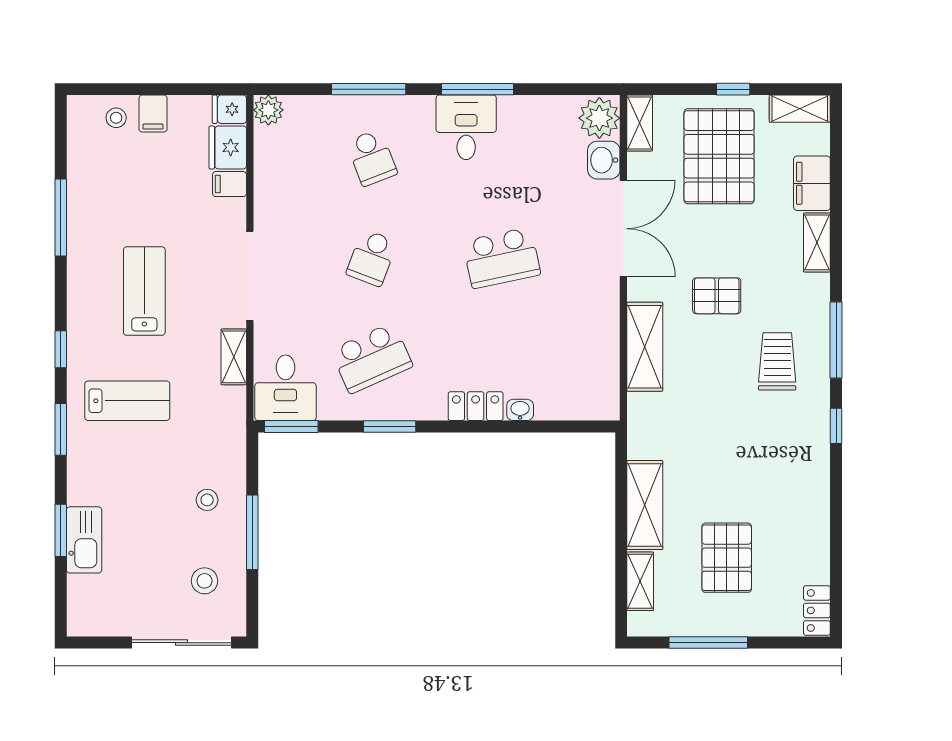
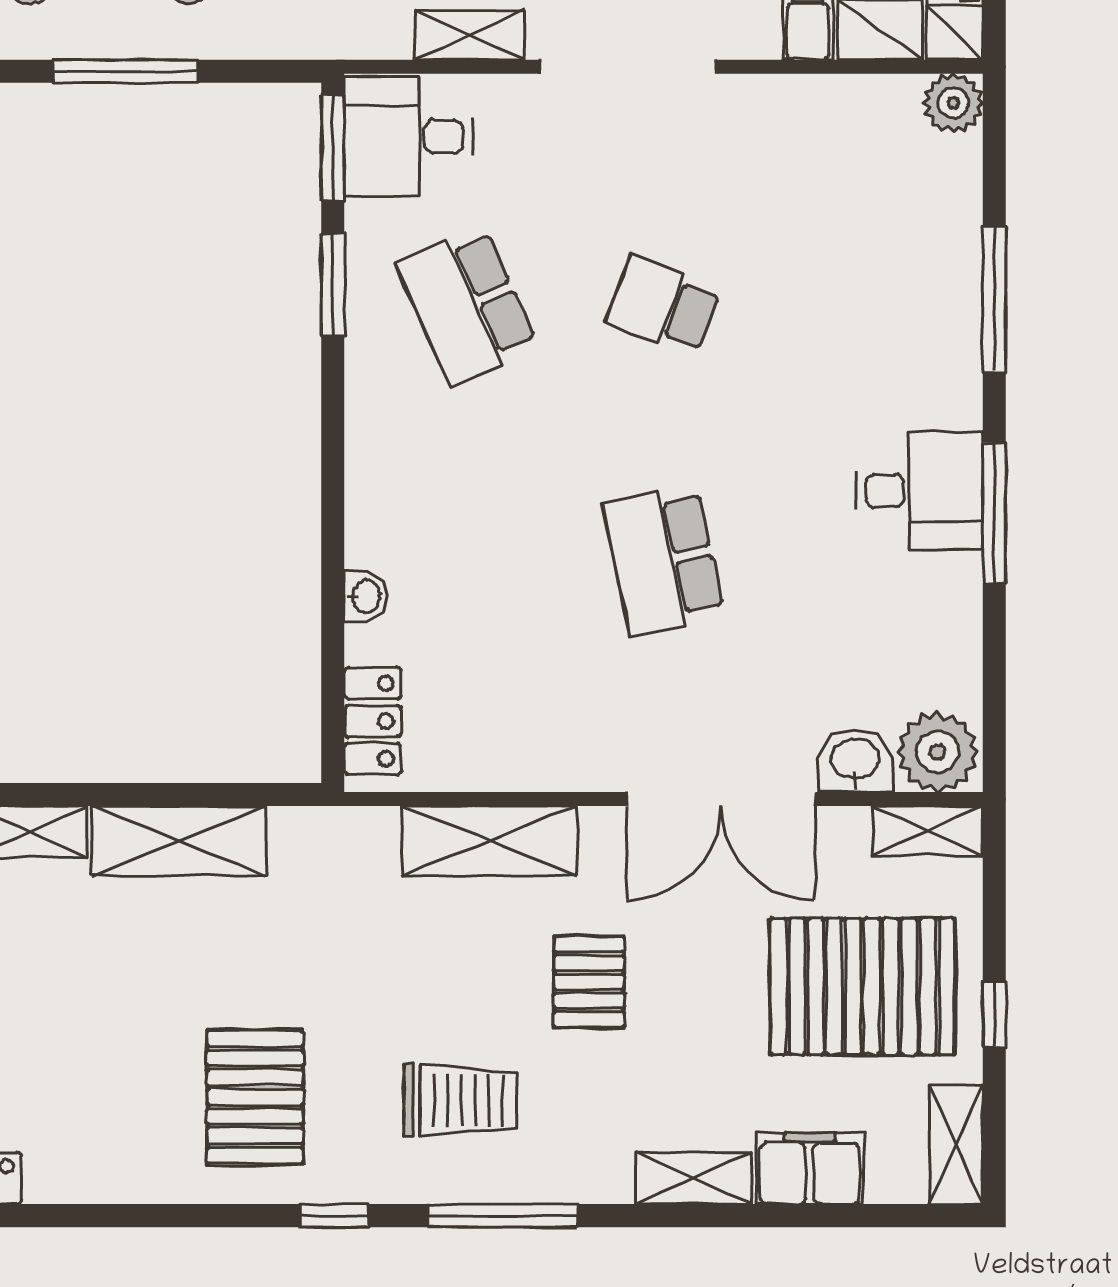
school desk: (372, 158) -> (860, 306), removed
locker: (476, 406) -> (373, 721), moved
window: (390, 427) -> (333, 284), moved
pallet: (727, 558) -> (255, 1097), moved, turned 90

